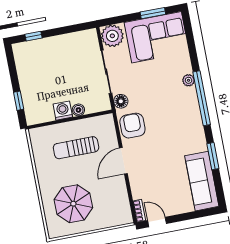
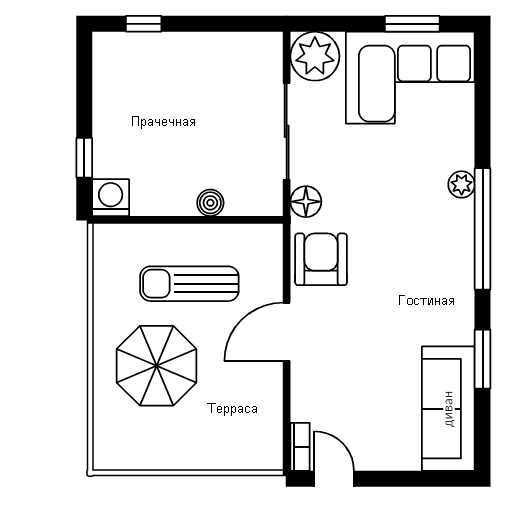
washing machine: (63, 111) -> (111, 198), moved
parasol: (73, 204) -> (157, 366), moved

